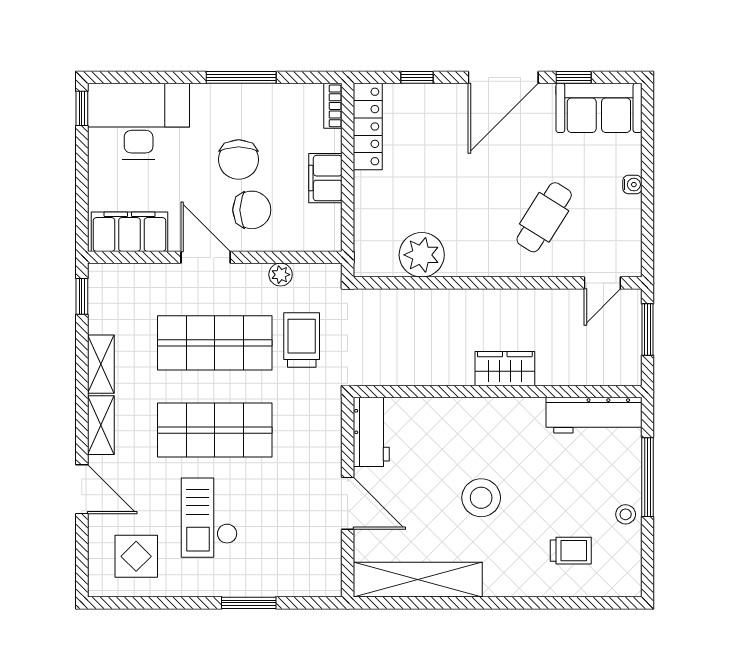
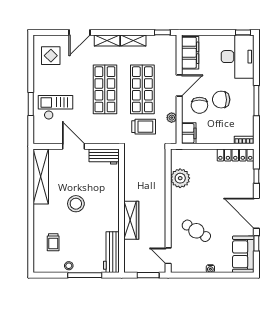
filing cabinet: (325, 178) -> (189, 133), moved, turned 90
wardrobe: (505, 369) -> (131, 220), width x1.50
door: (348, 503) -> (74, 146), swing flipped
checkout: (209, 518) -> (55, 107), moved

